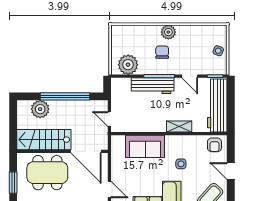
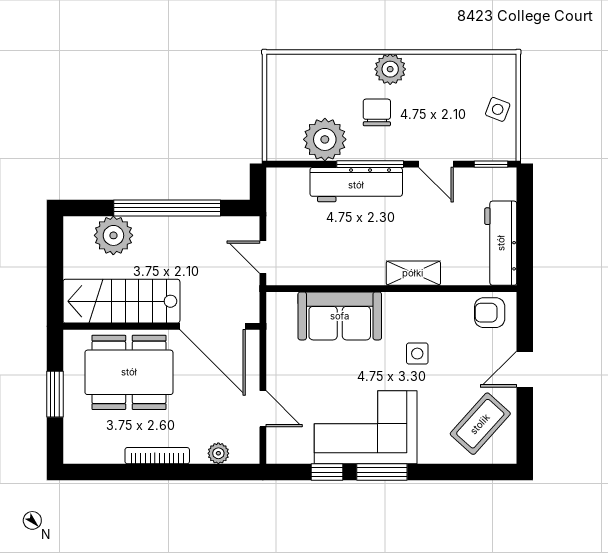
plant: (128, 65) -> (325, 139), moved
workbench: (217, 106) -> (501, 243), width x0.73, depth x0.76
armchair: (214, 145) -> (490, 313), turned 90
door: (231, 171) -> (525, 369), hinge flipped

